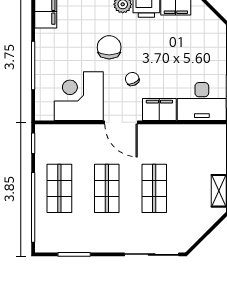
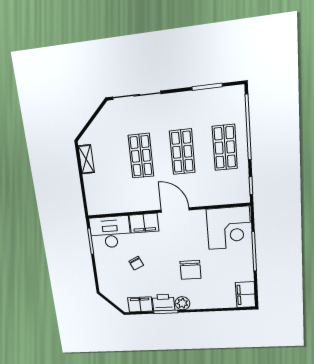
chair: (132, 79) -> (136, 263), moved
corner desk: (79, 96) -> (229, 228), moved

